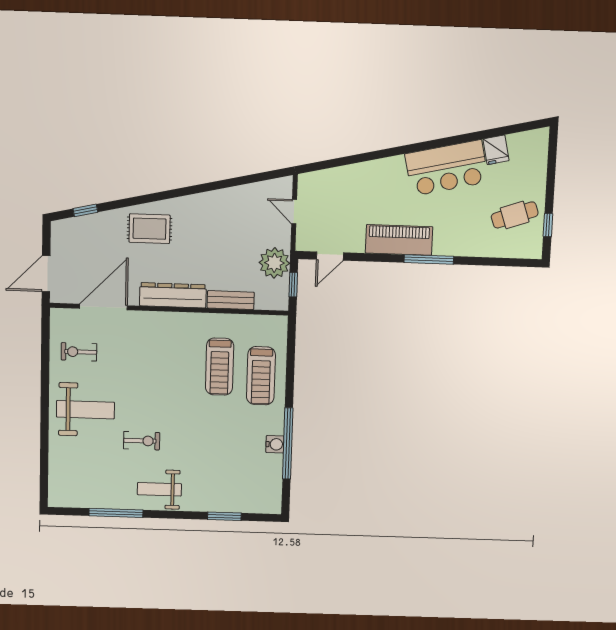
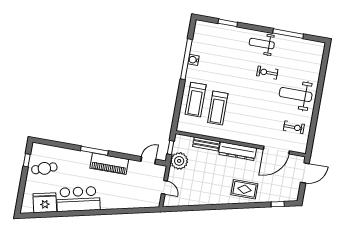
fridge: (496, 150) -> (45, 203), width x1.88, depth x1.34
treadmill: (220, 367) -> (218, 108), turned 180
treadmill: (261, 376) -> (196, 100), turned 180
weight bench: (159, 489) -> (262, 44), turned 180

